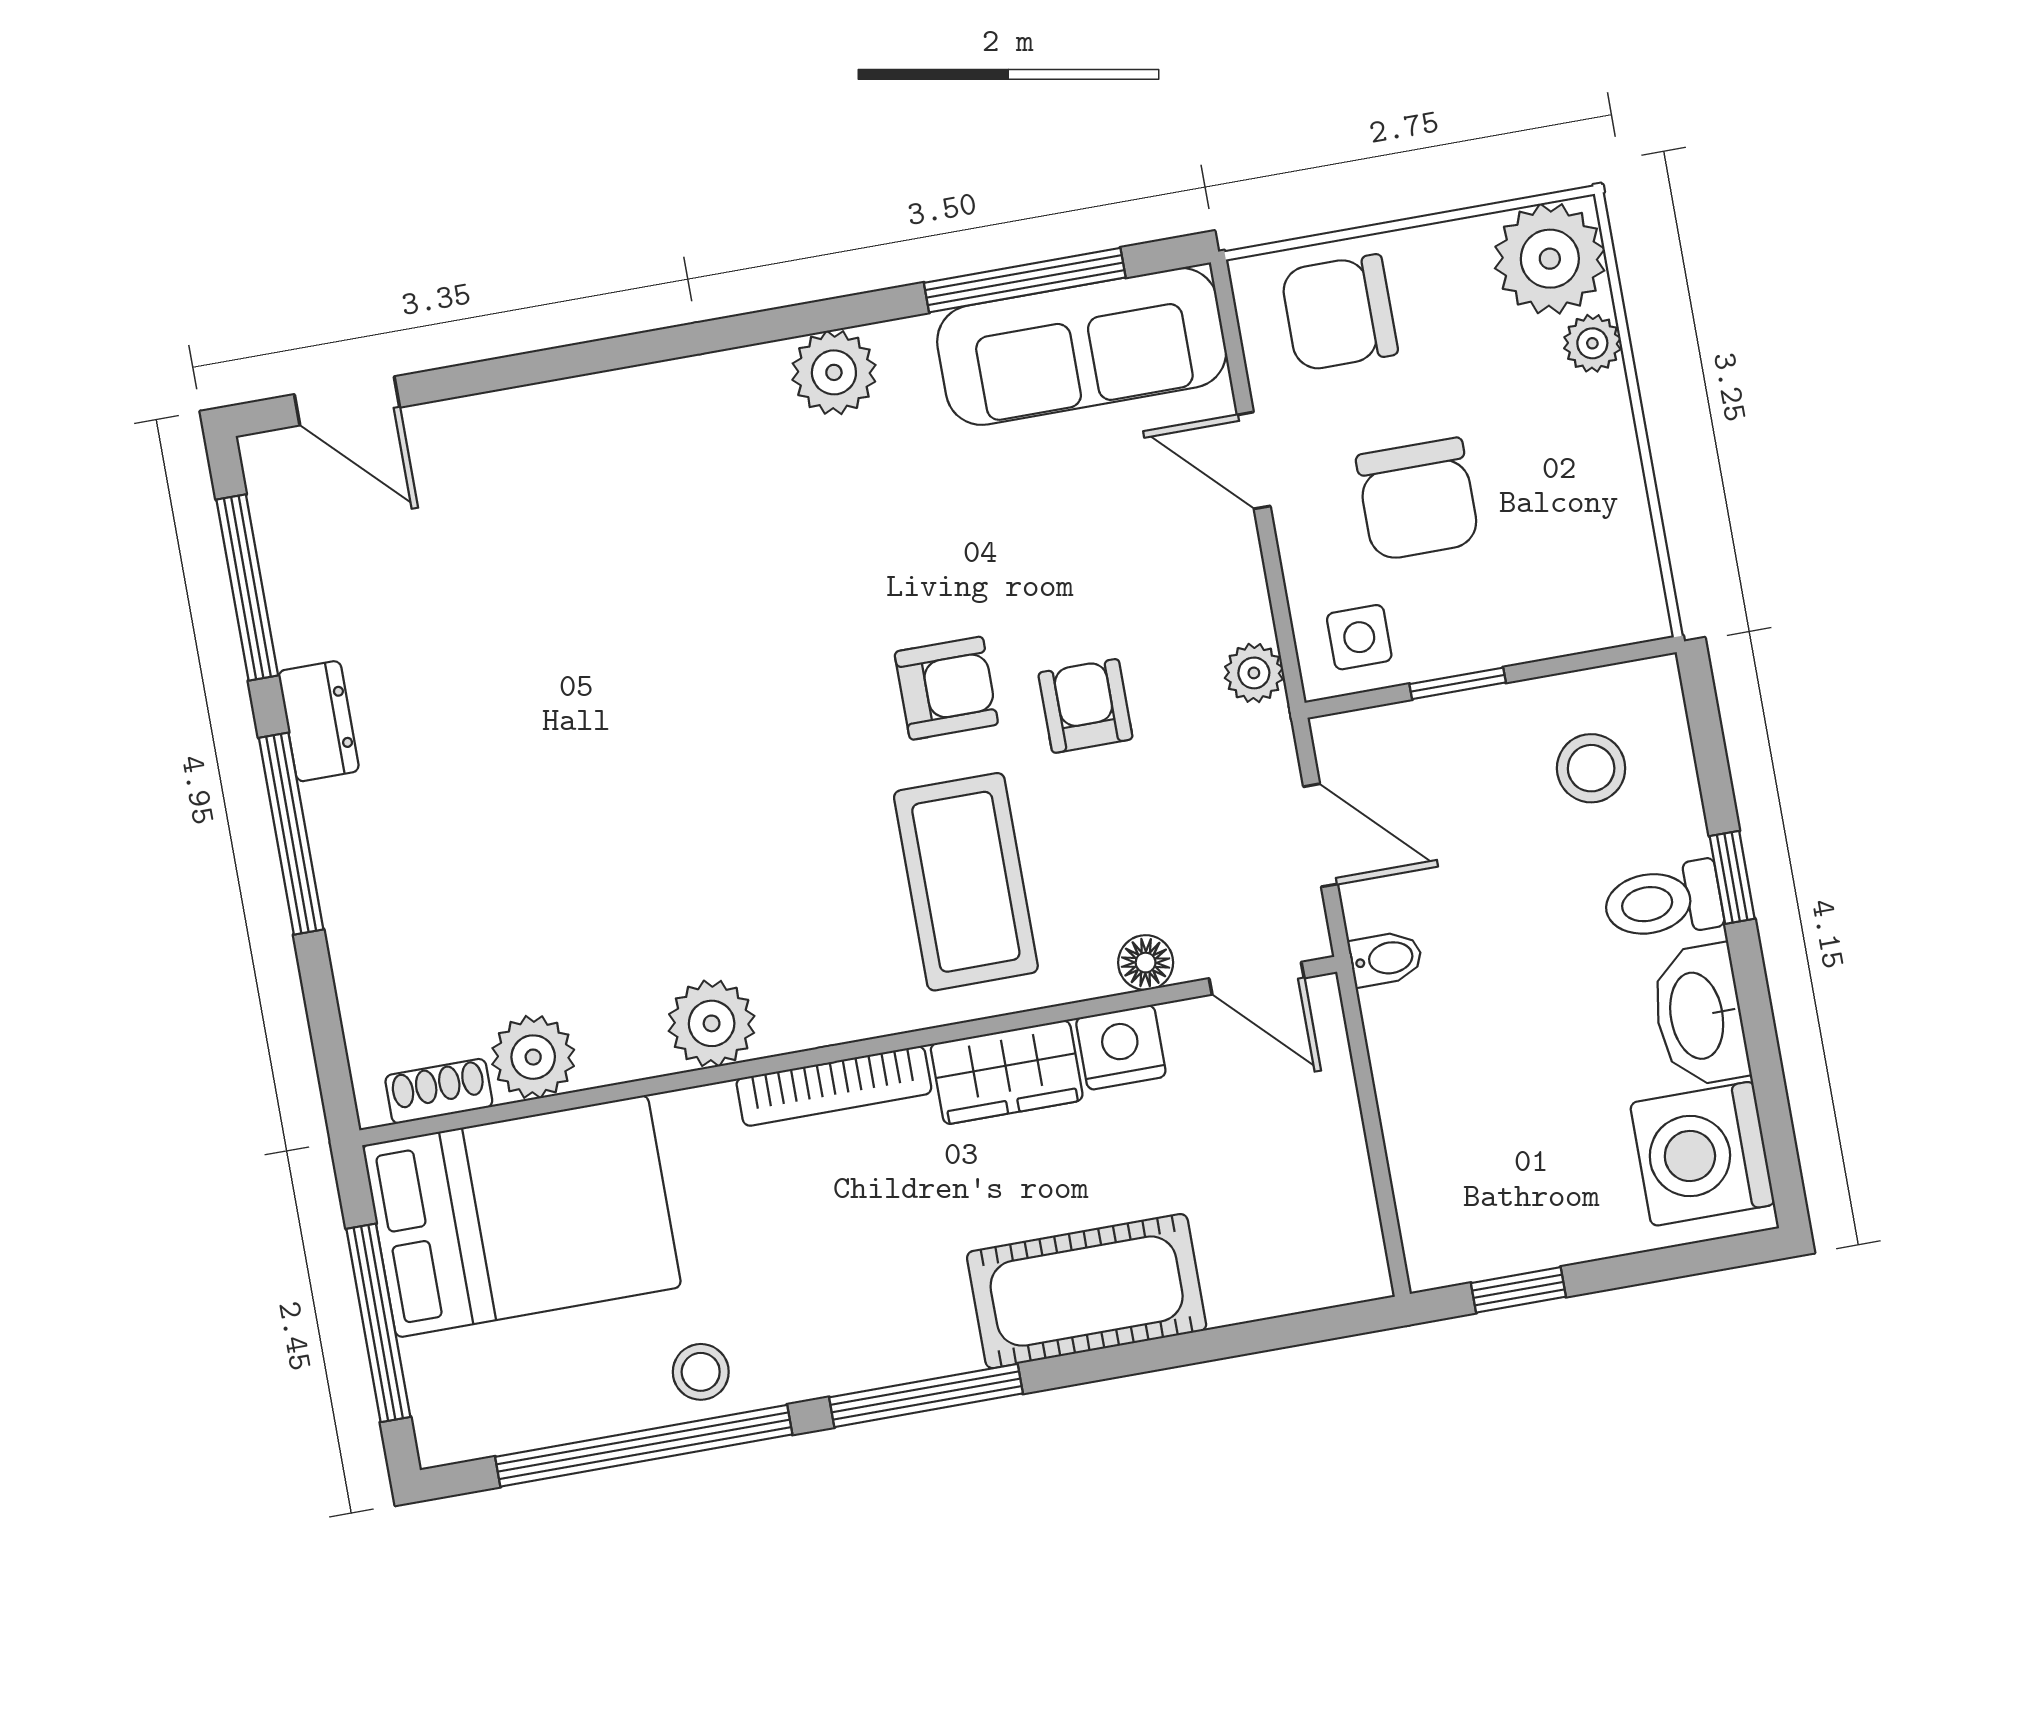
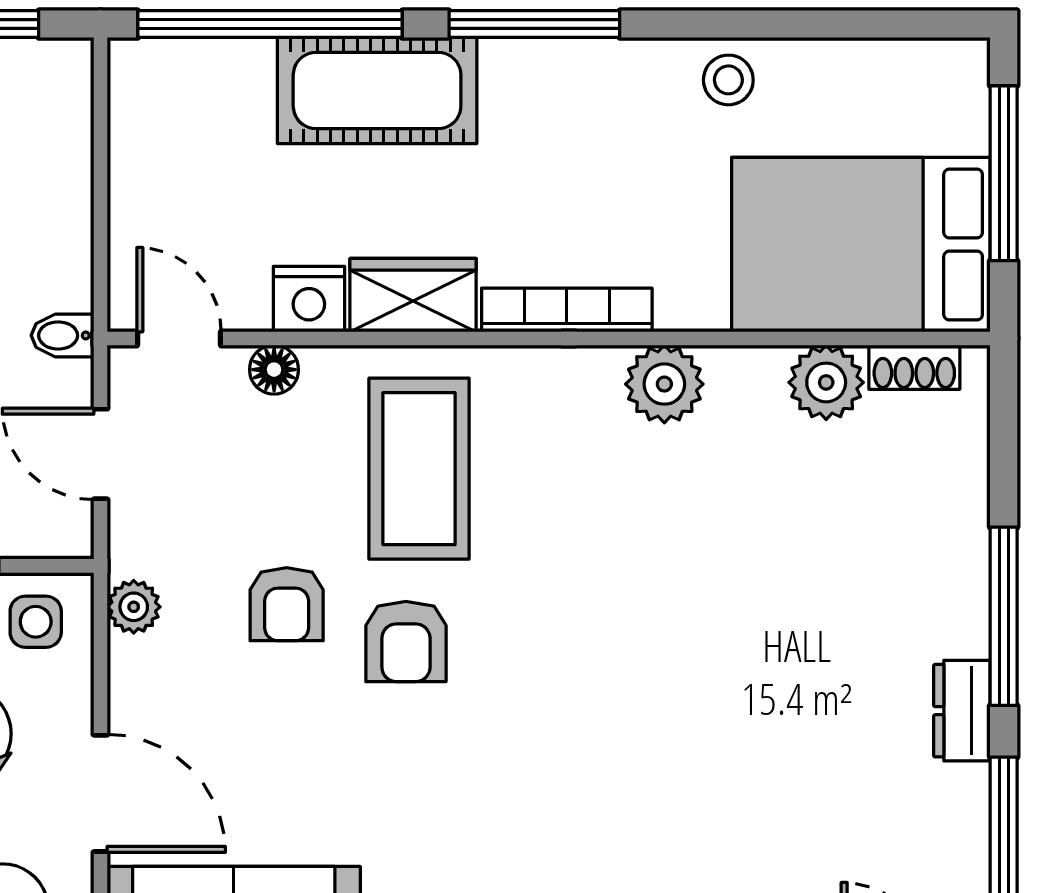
door: (1254, 460) -> (101, 793), width x1.38
armchair: (946, 688) -> (406, 642), turned -90
window: (644, 1446) -> (270, 24), moved

